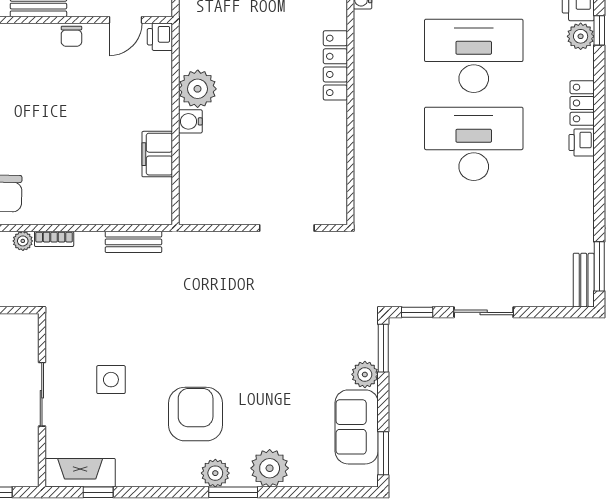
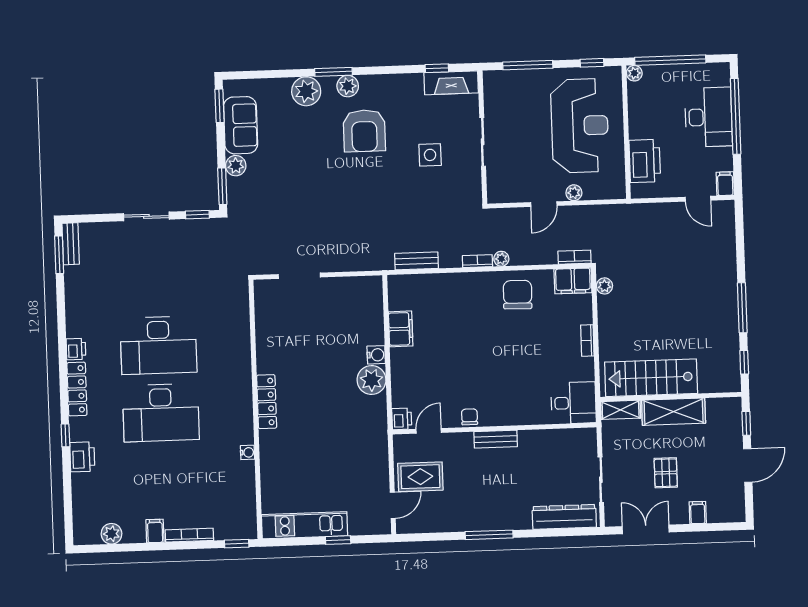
plant: (581, 36) -> (79, 430), removed
locker: (582, 103) -> (77, 389), width x1.53

